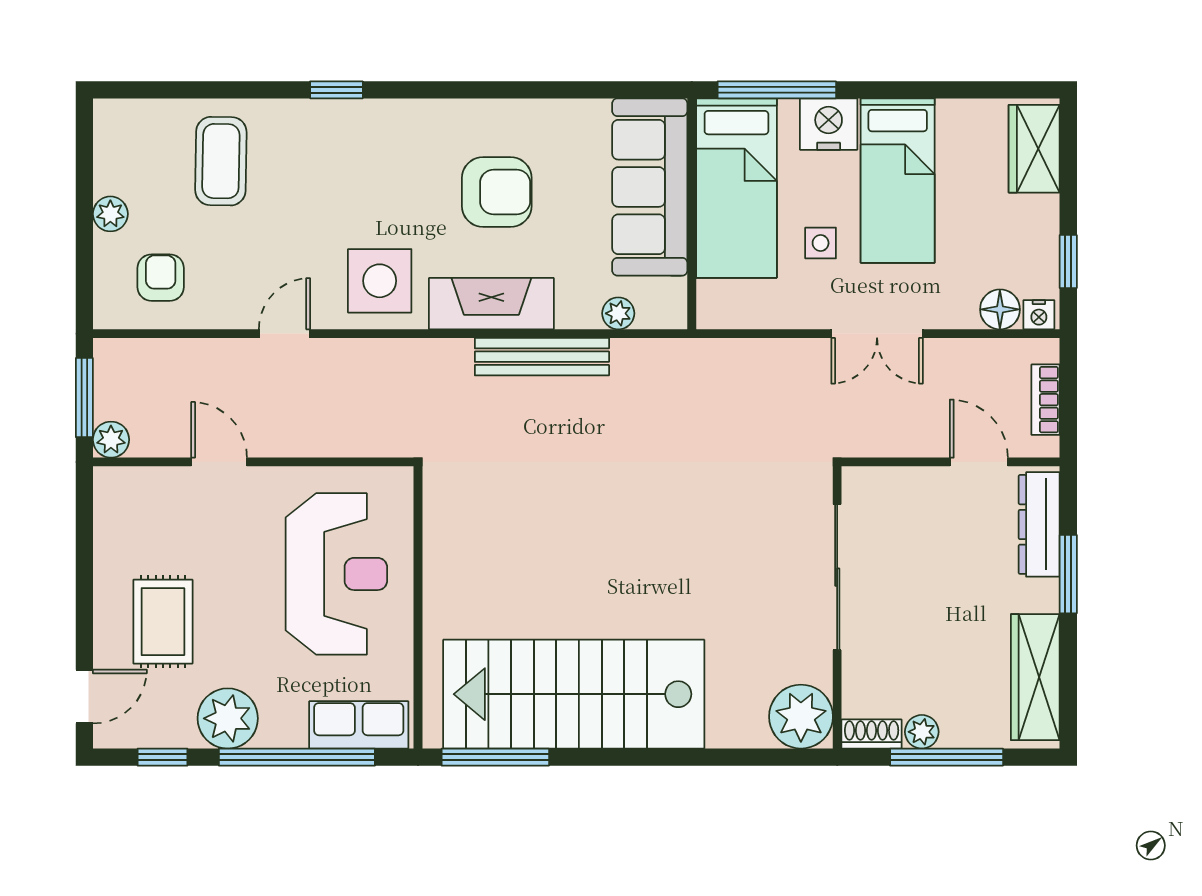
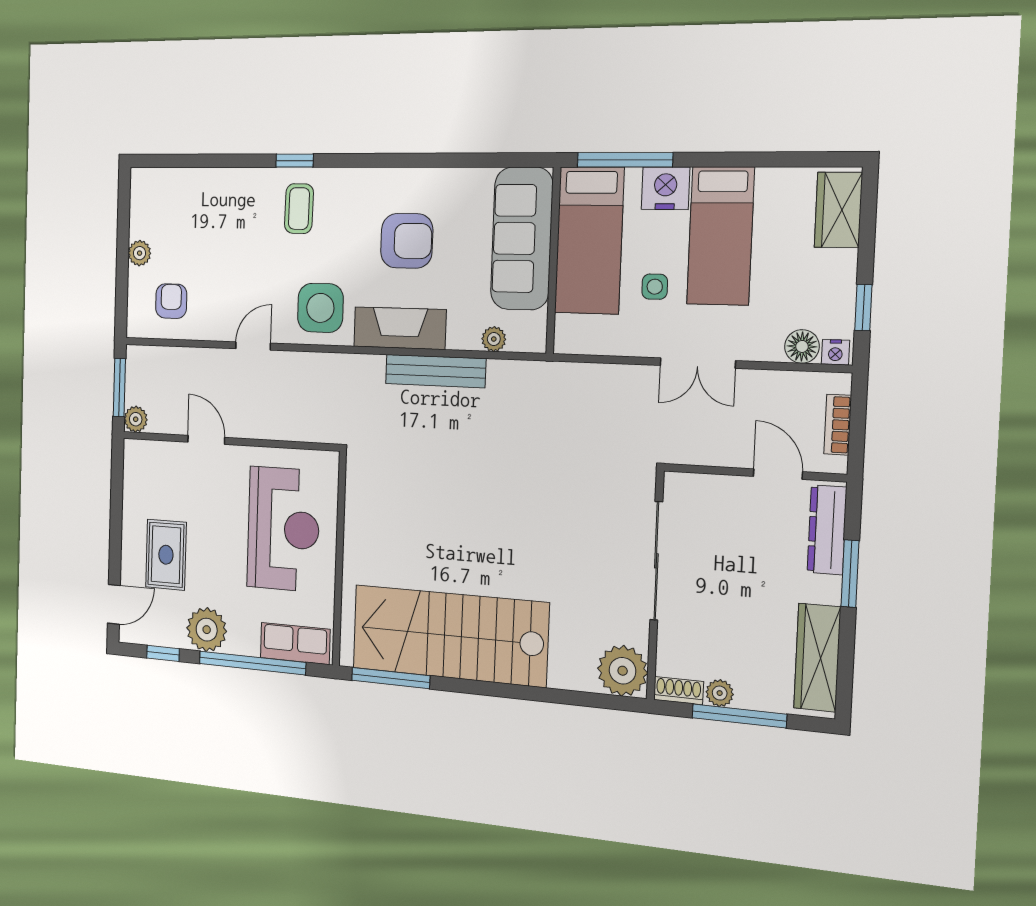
coffee table: (221, 161) -> (299, 209), moved, width x0.73, depth x0.77

